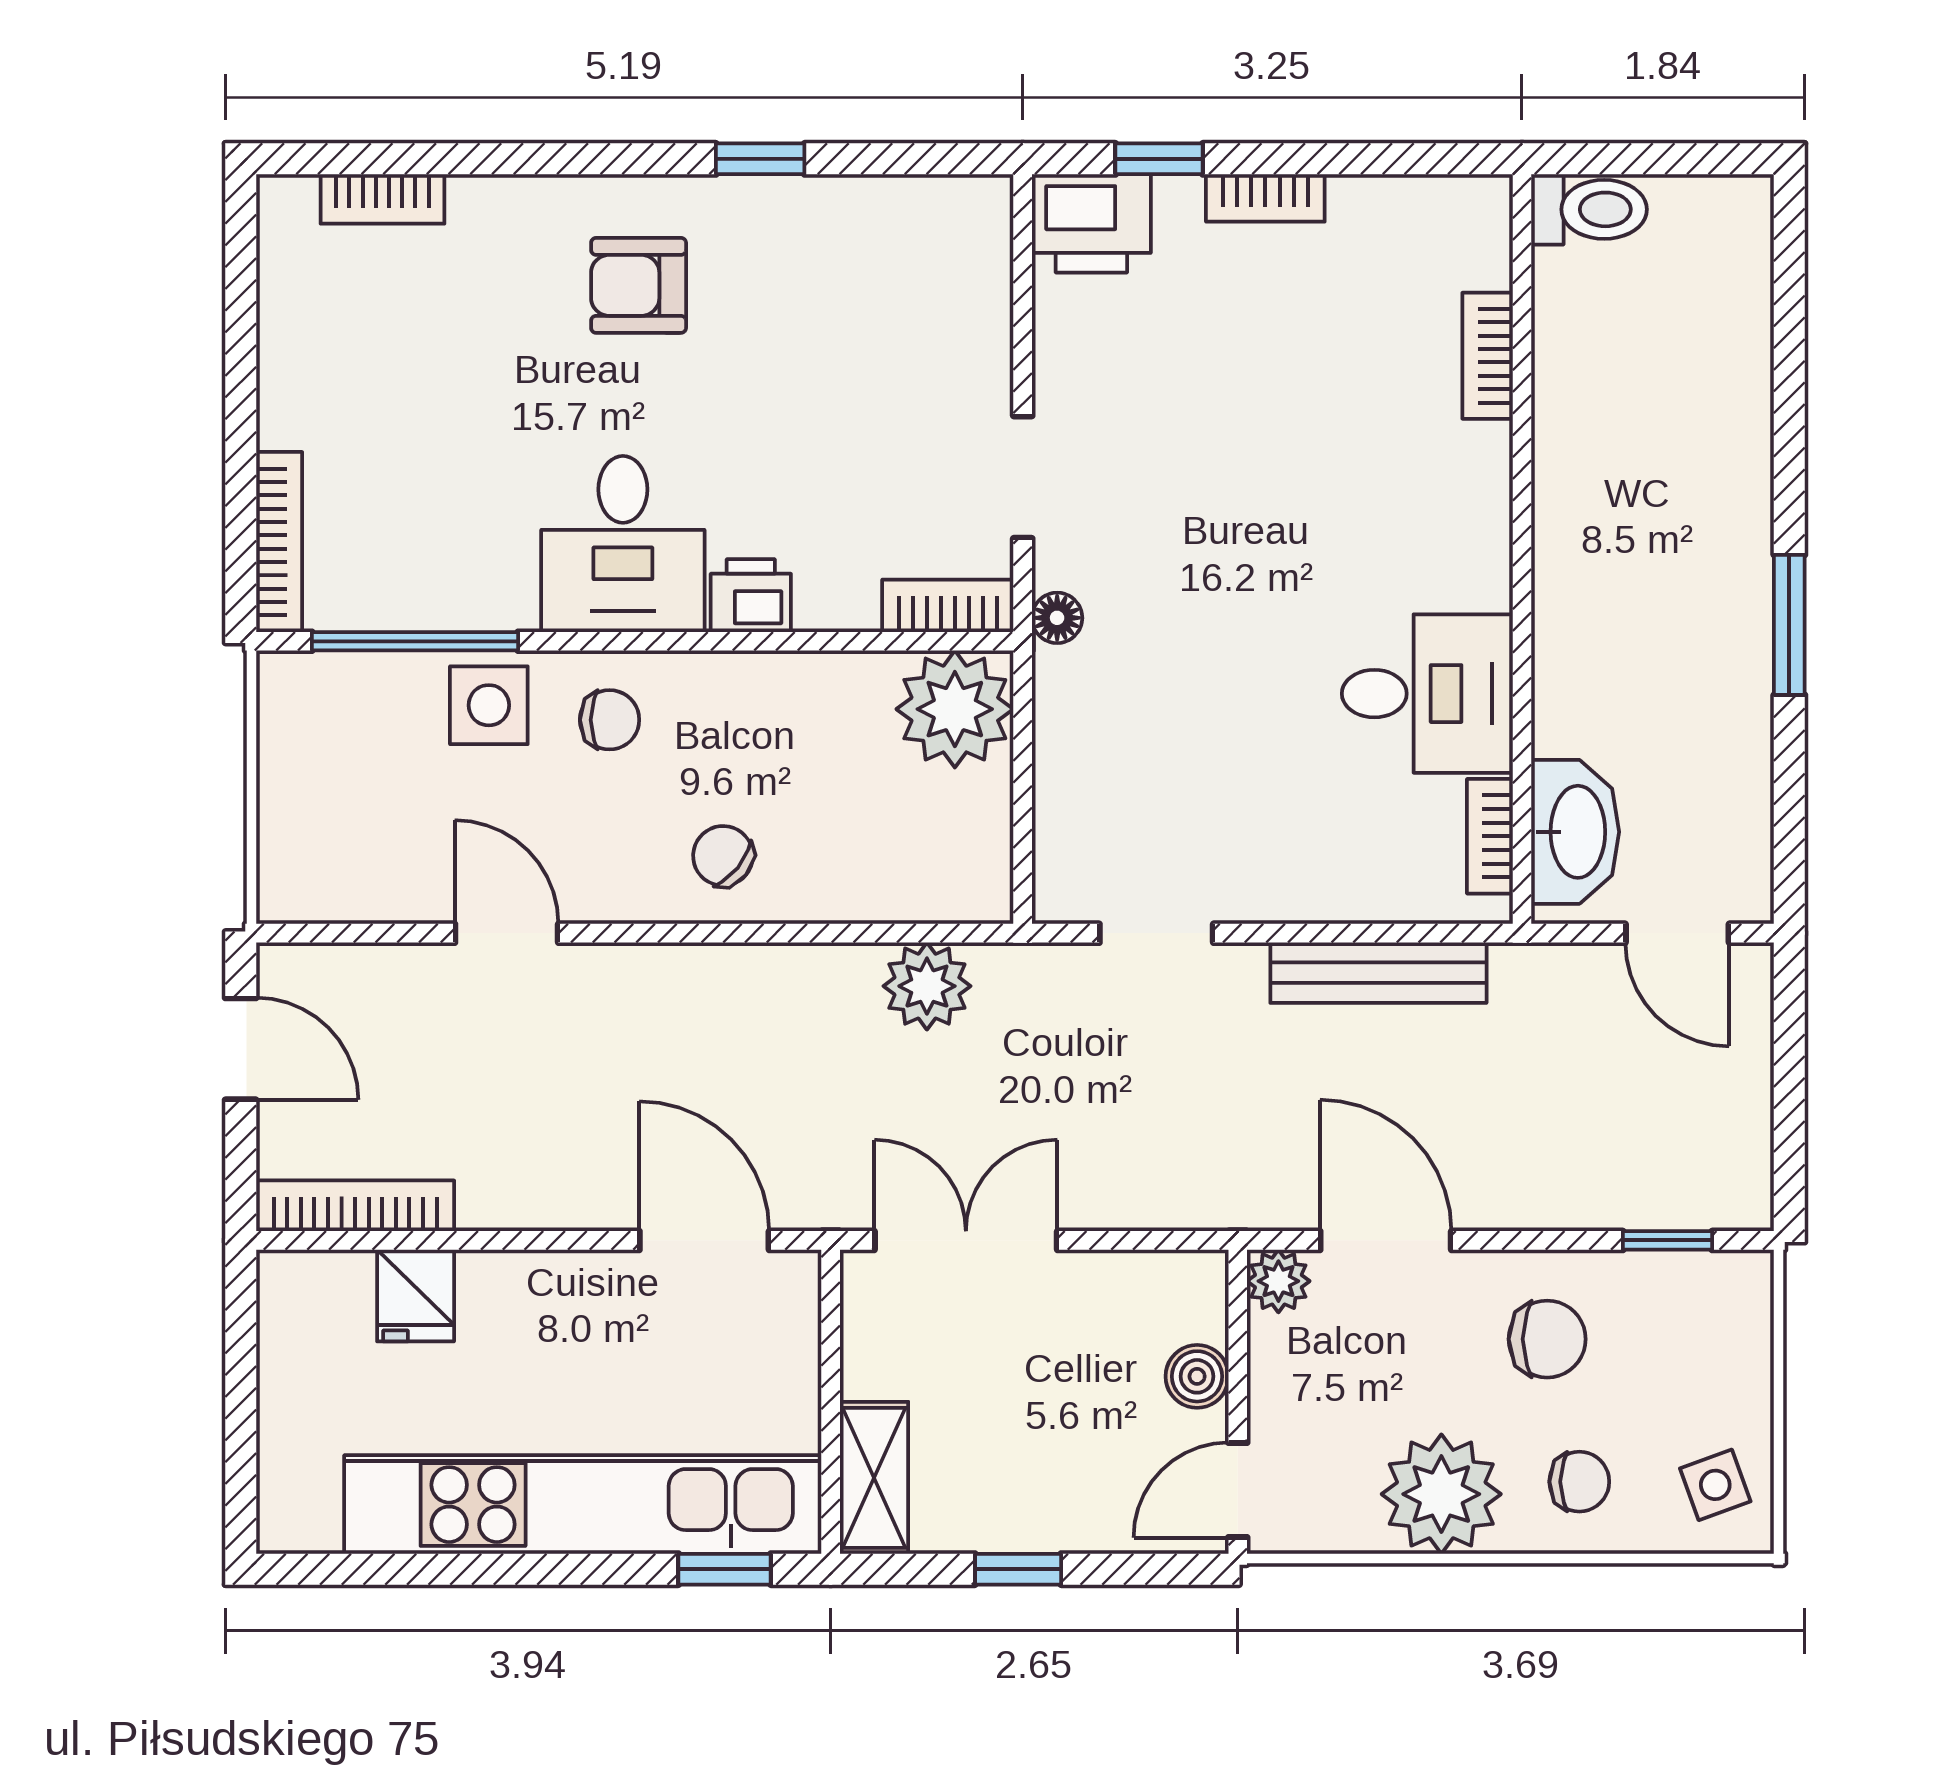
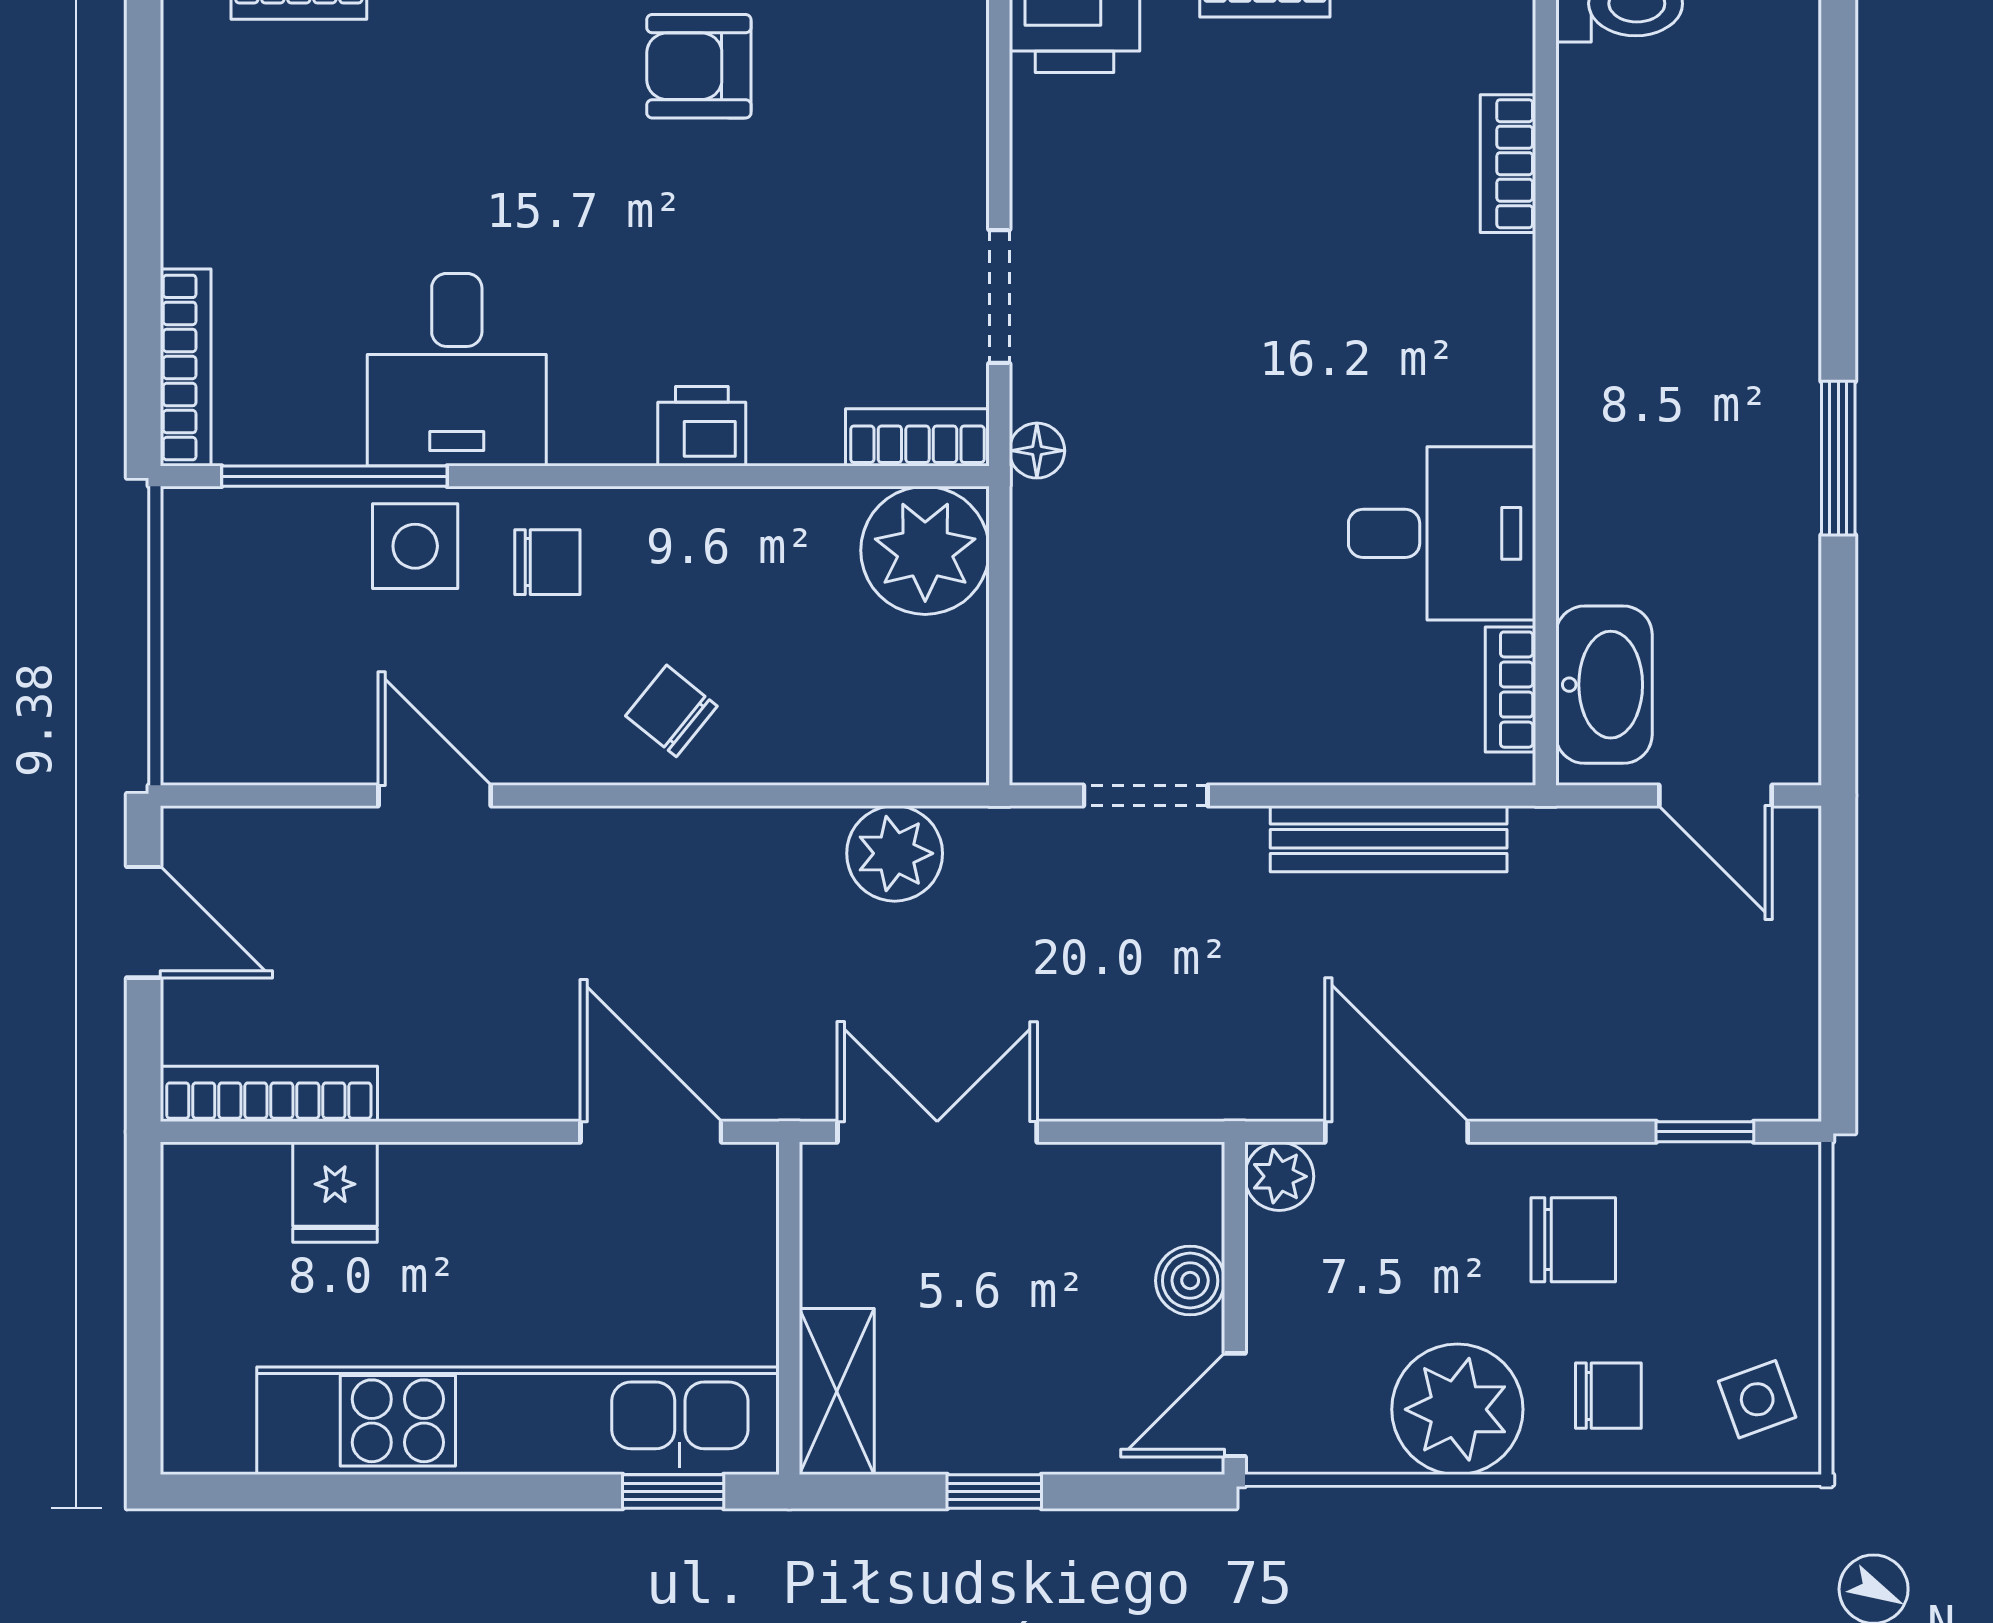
armchair: (639, 285) -> (699, 66), moved
desk: (623, 544) -> (457, 370), moved

